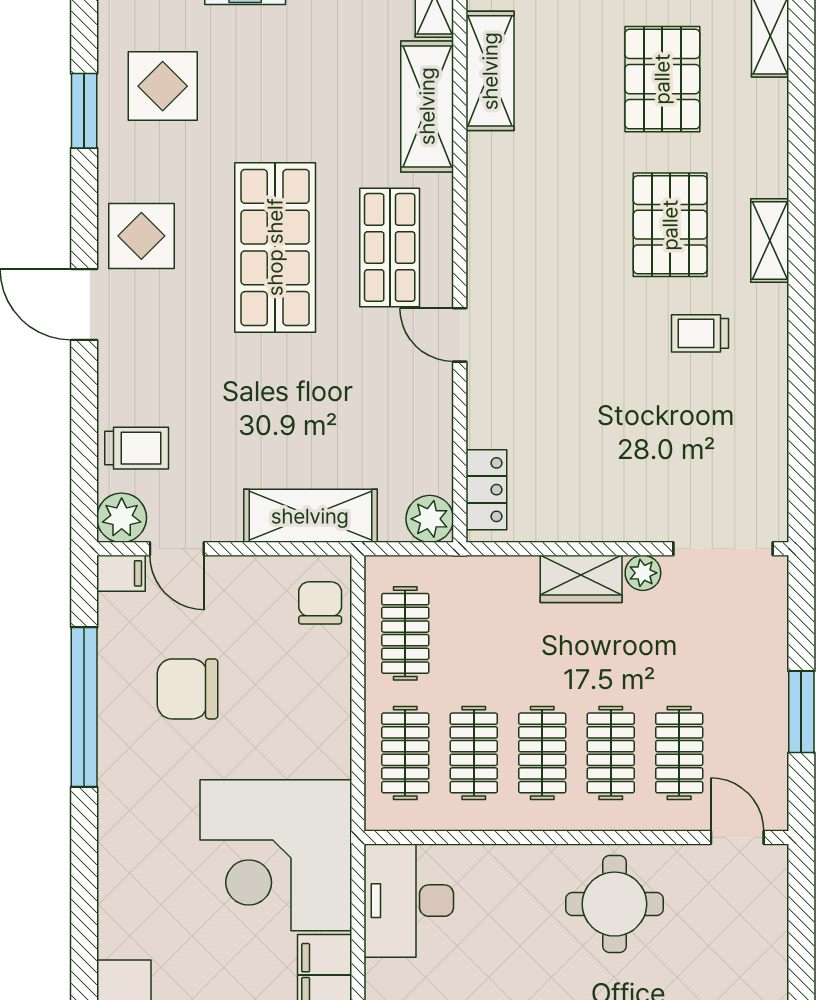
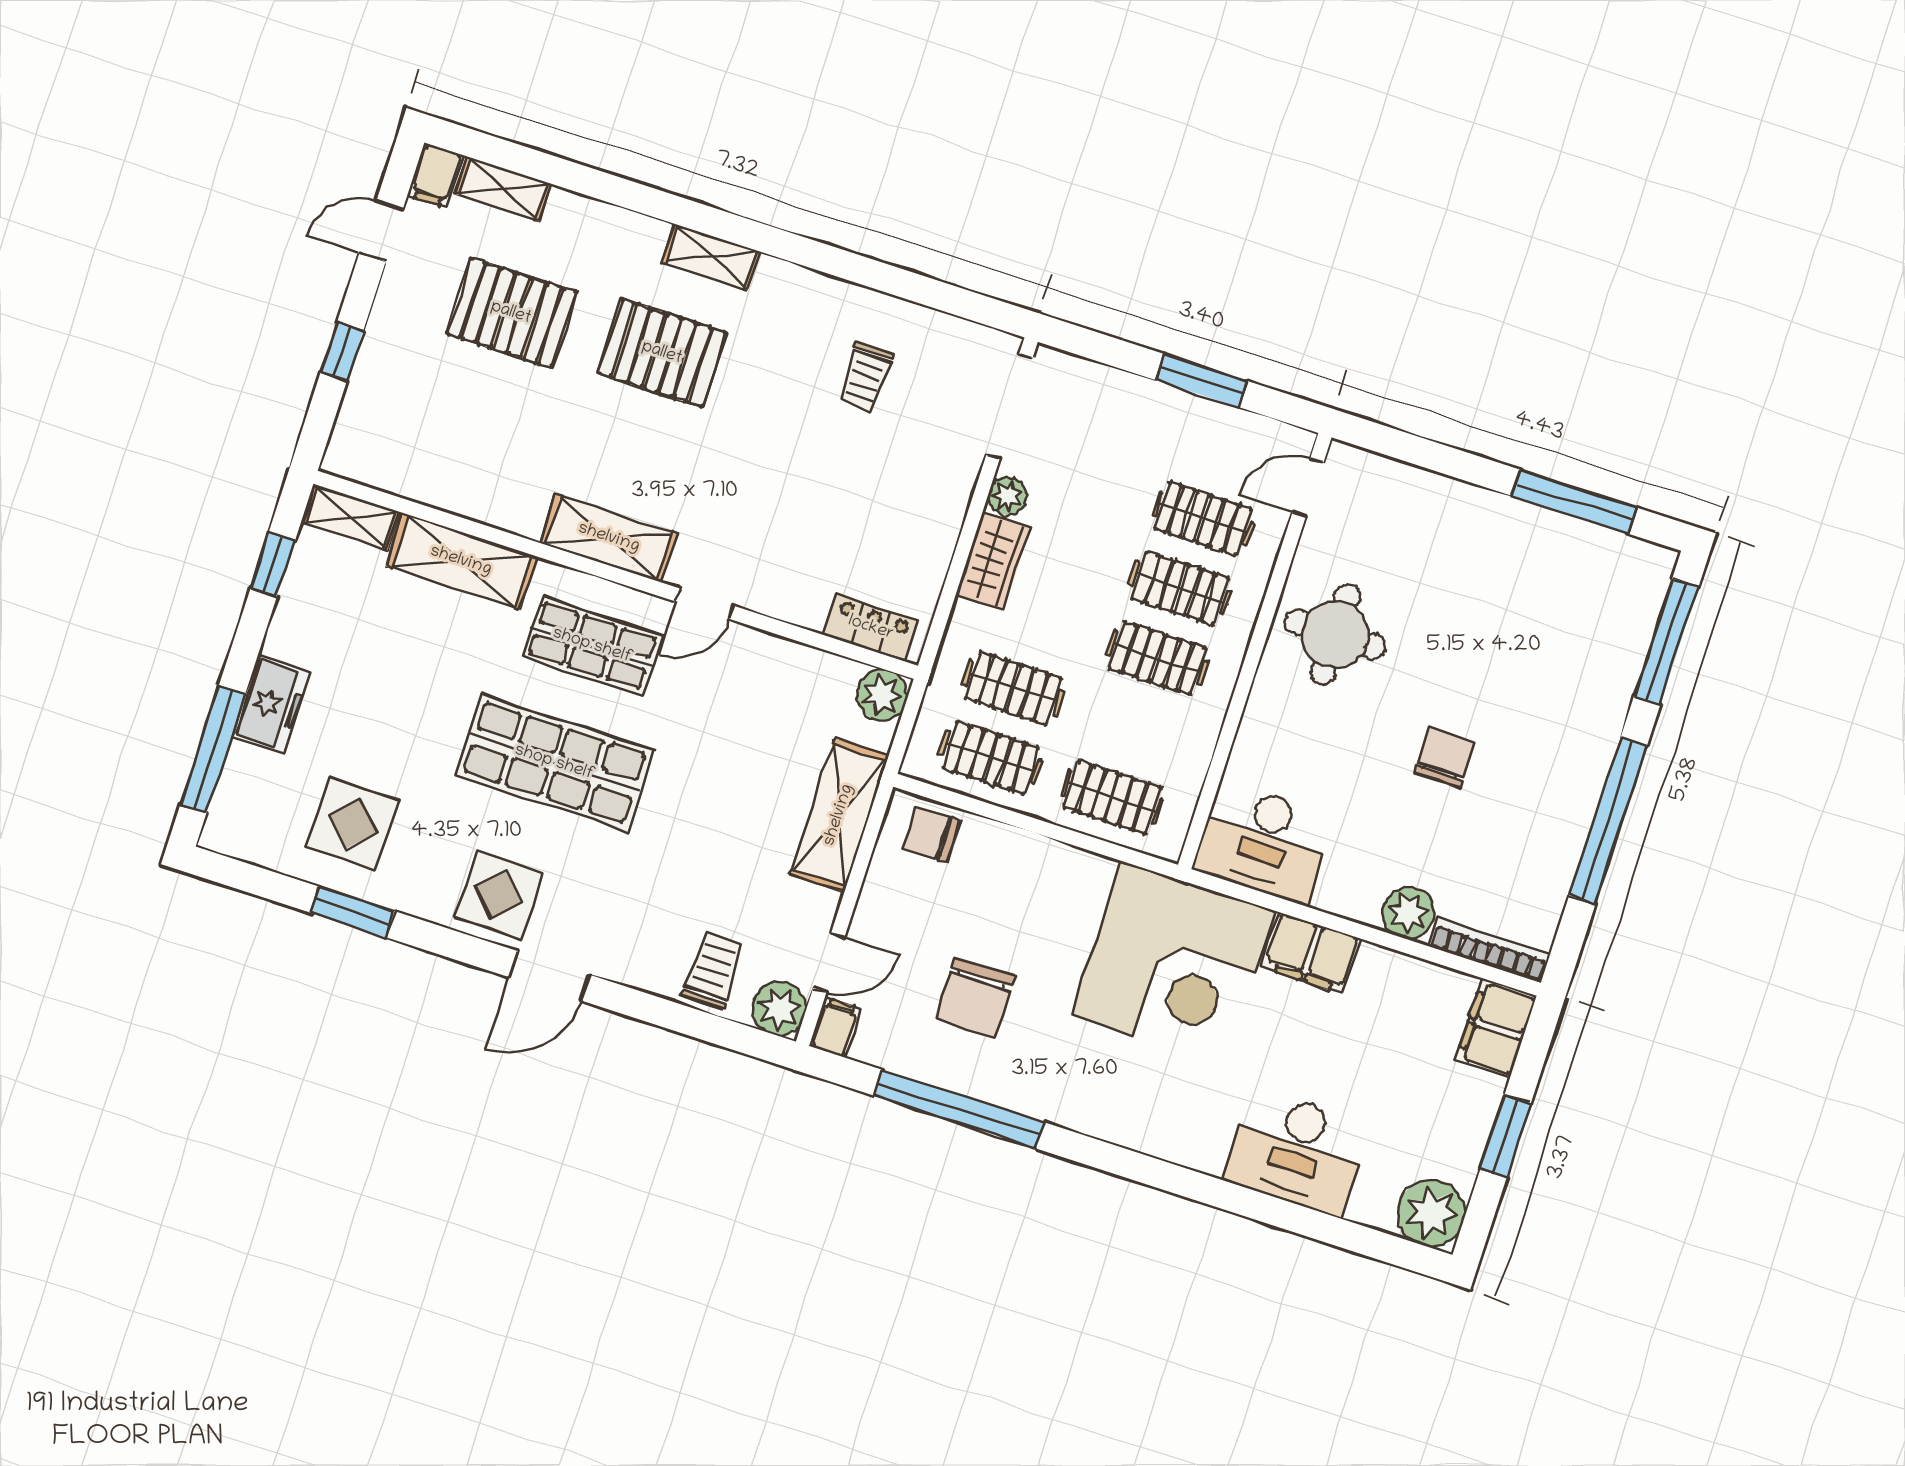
shelving: (490, 71) -> (609, 538), moved
trolley: (700, 333) -> (866, 377), moved
clothes rail: (474, 753) -> (1013, 688), moved

